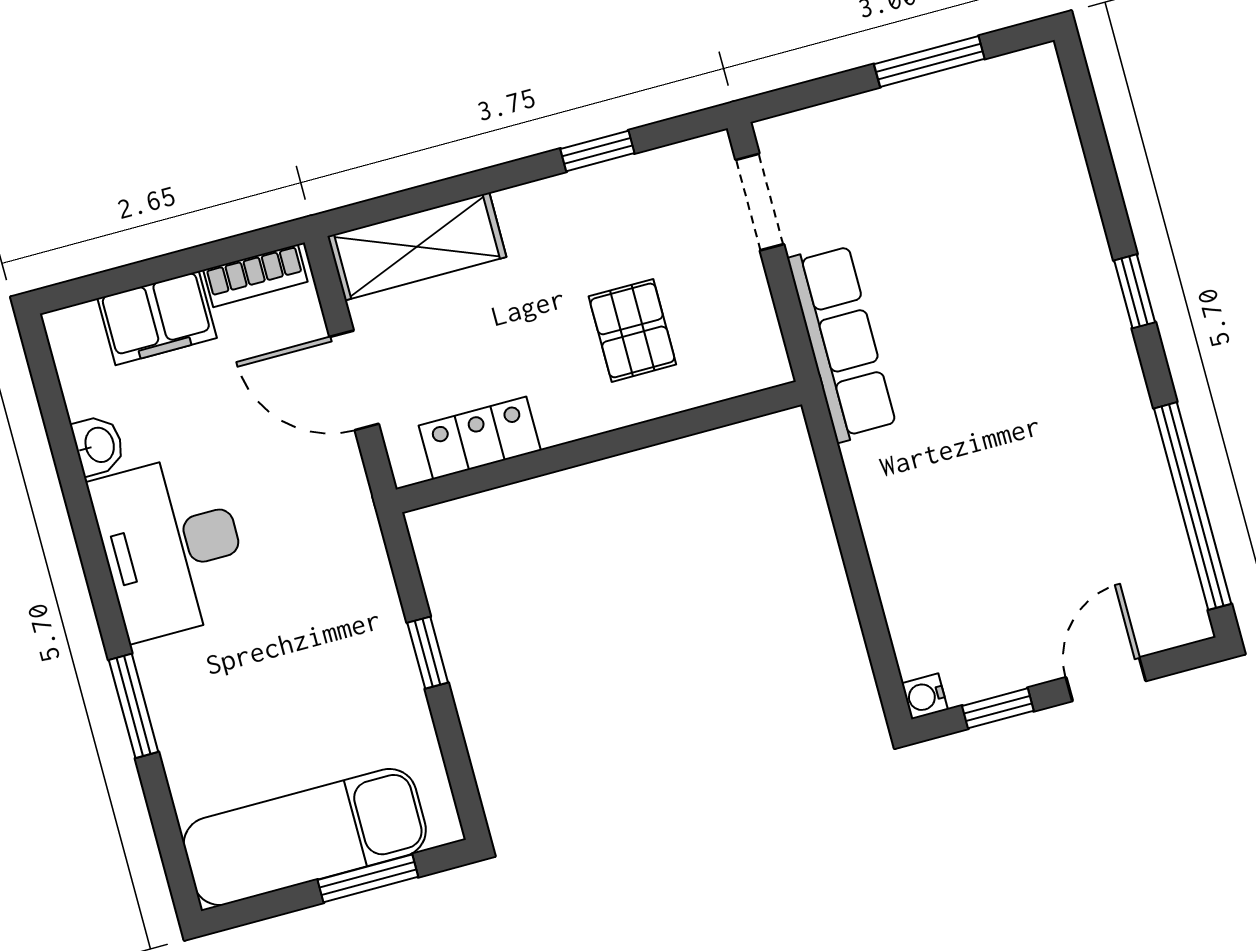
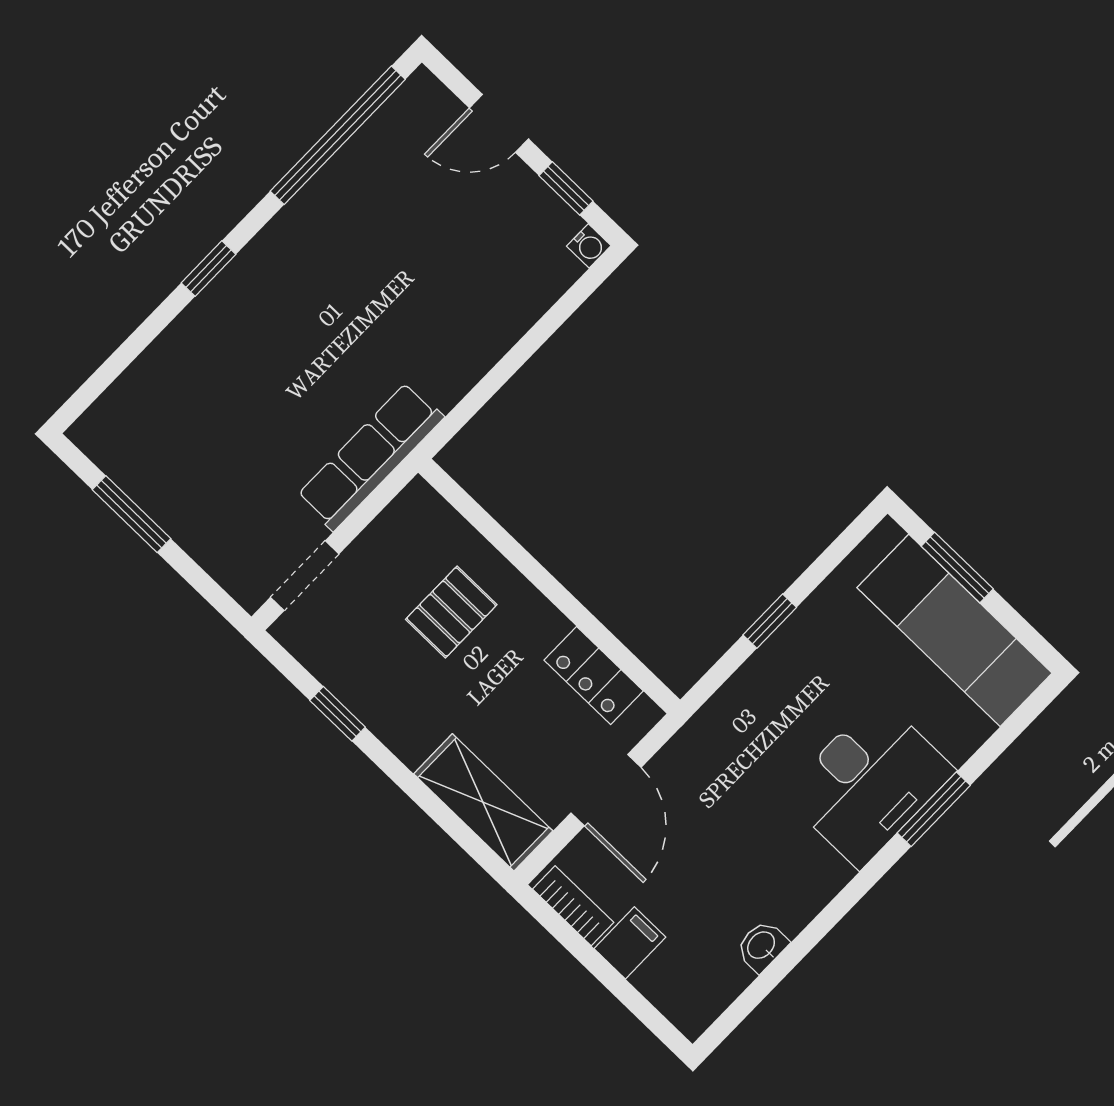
filing cabinet: (157, 318) -> (630, 943), width x0.50
desk: (171, 546) -> (869, 783), moved

